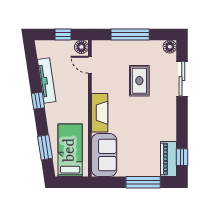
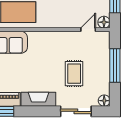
rug: (139, 81) -> (74, 74), turned 90
fireplace: (100, 113) -> (38, 99), moved, turned 180

